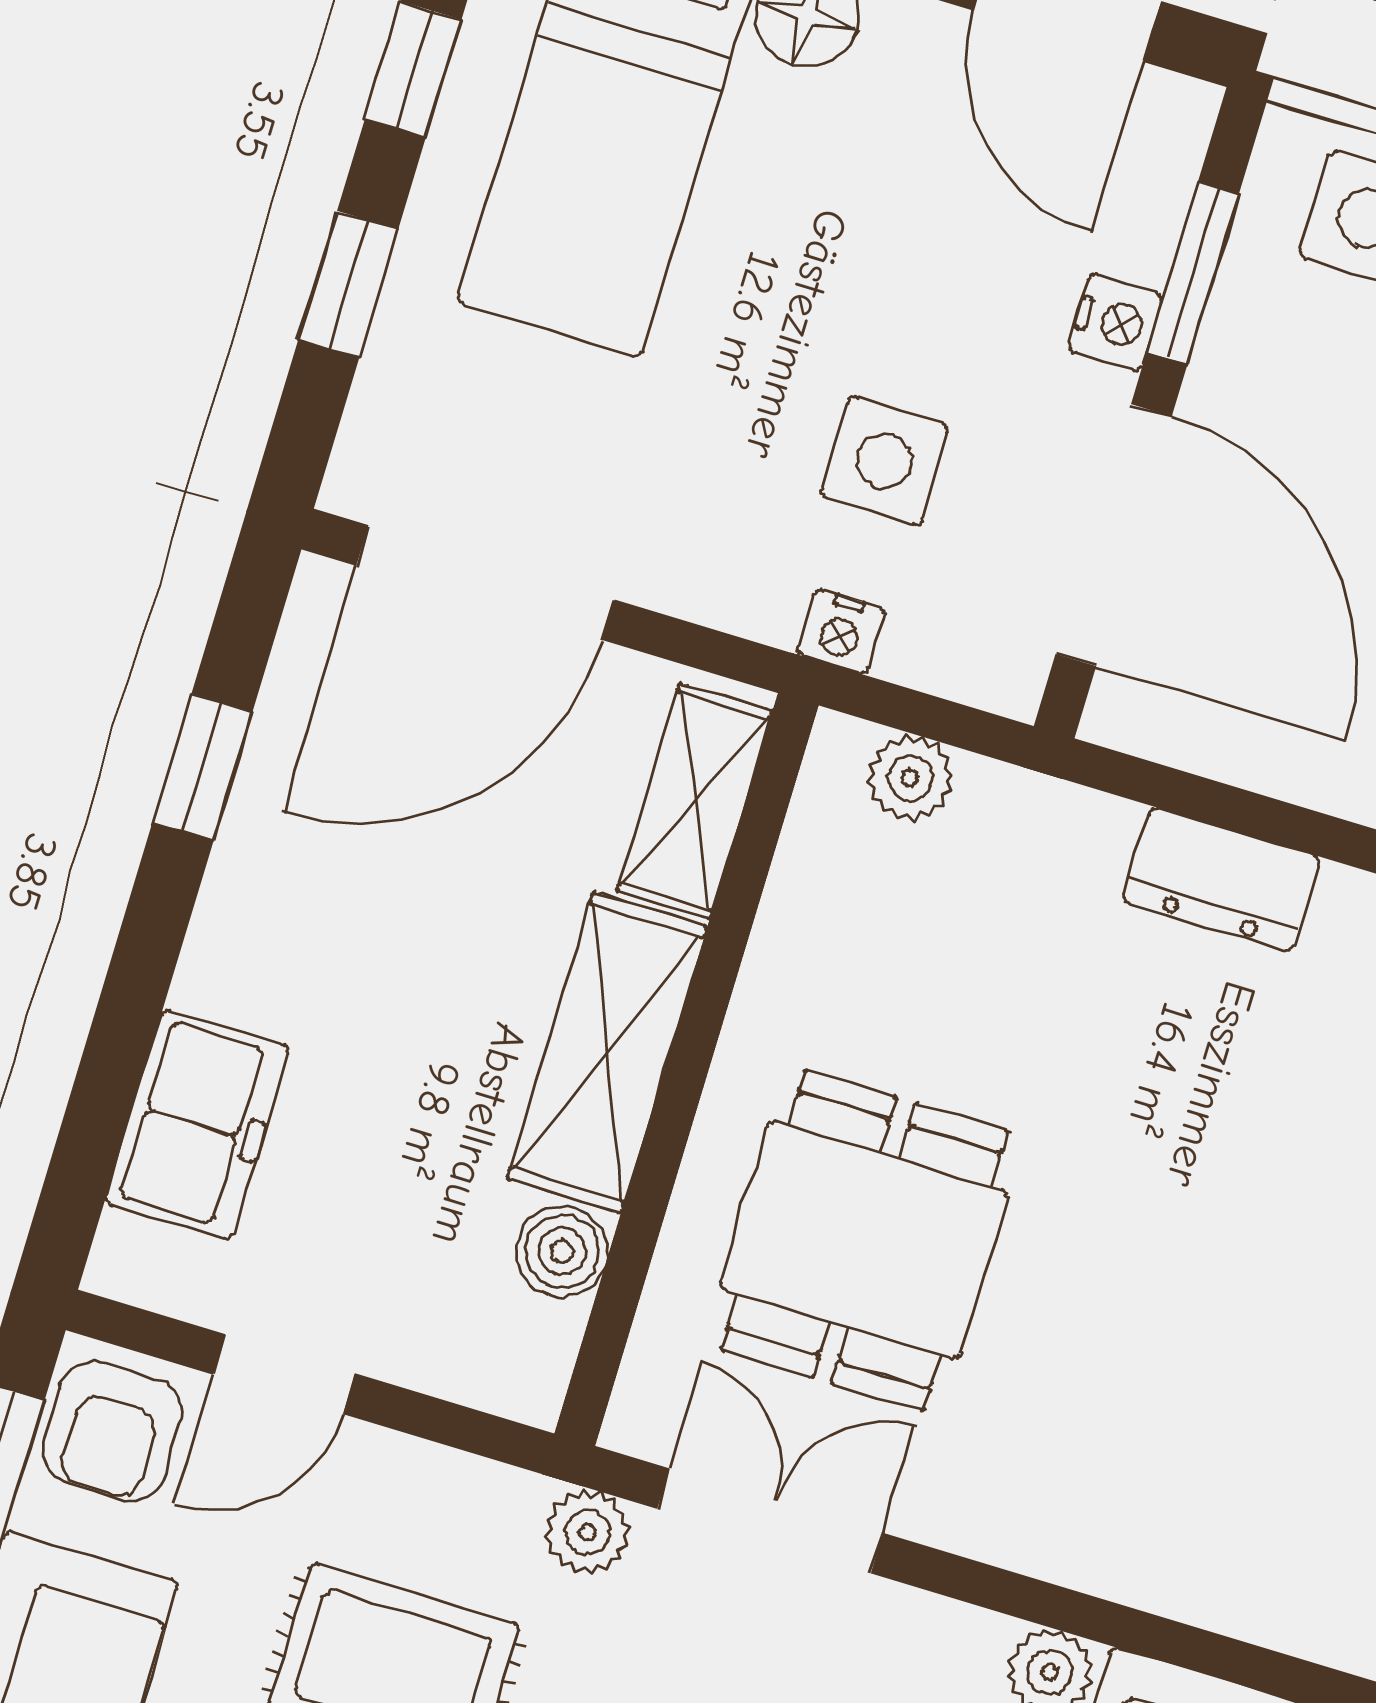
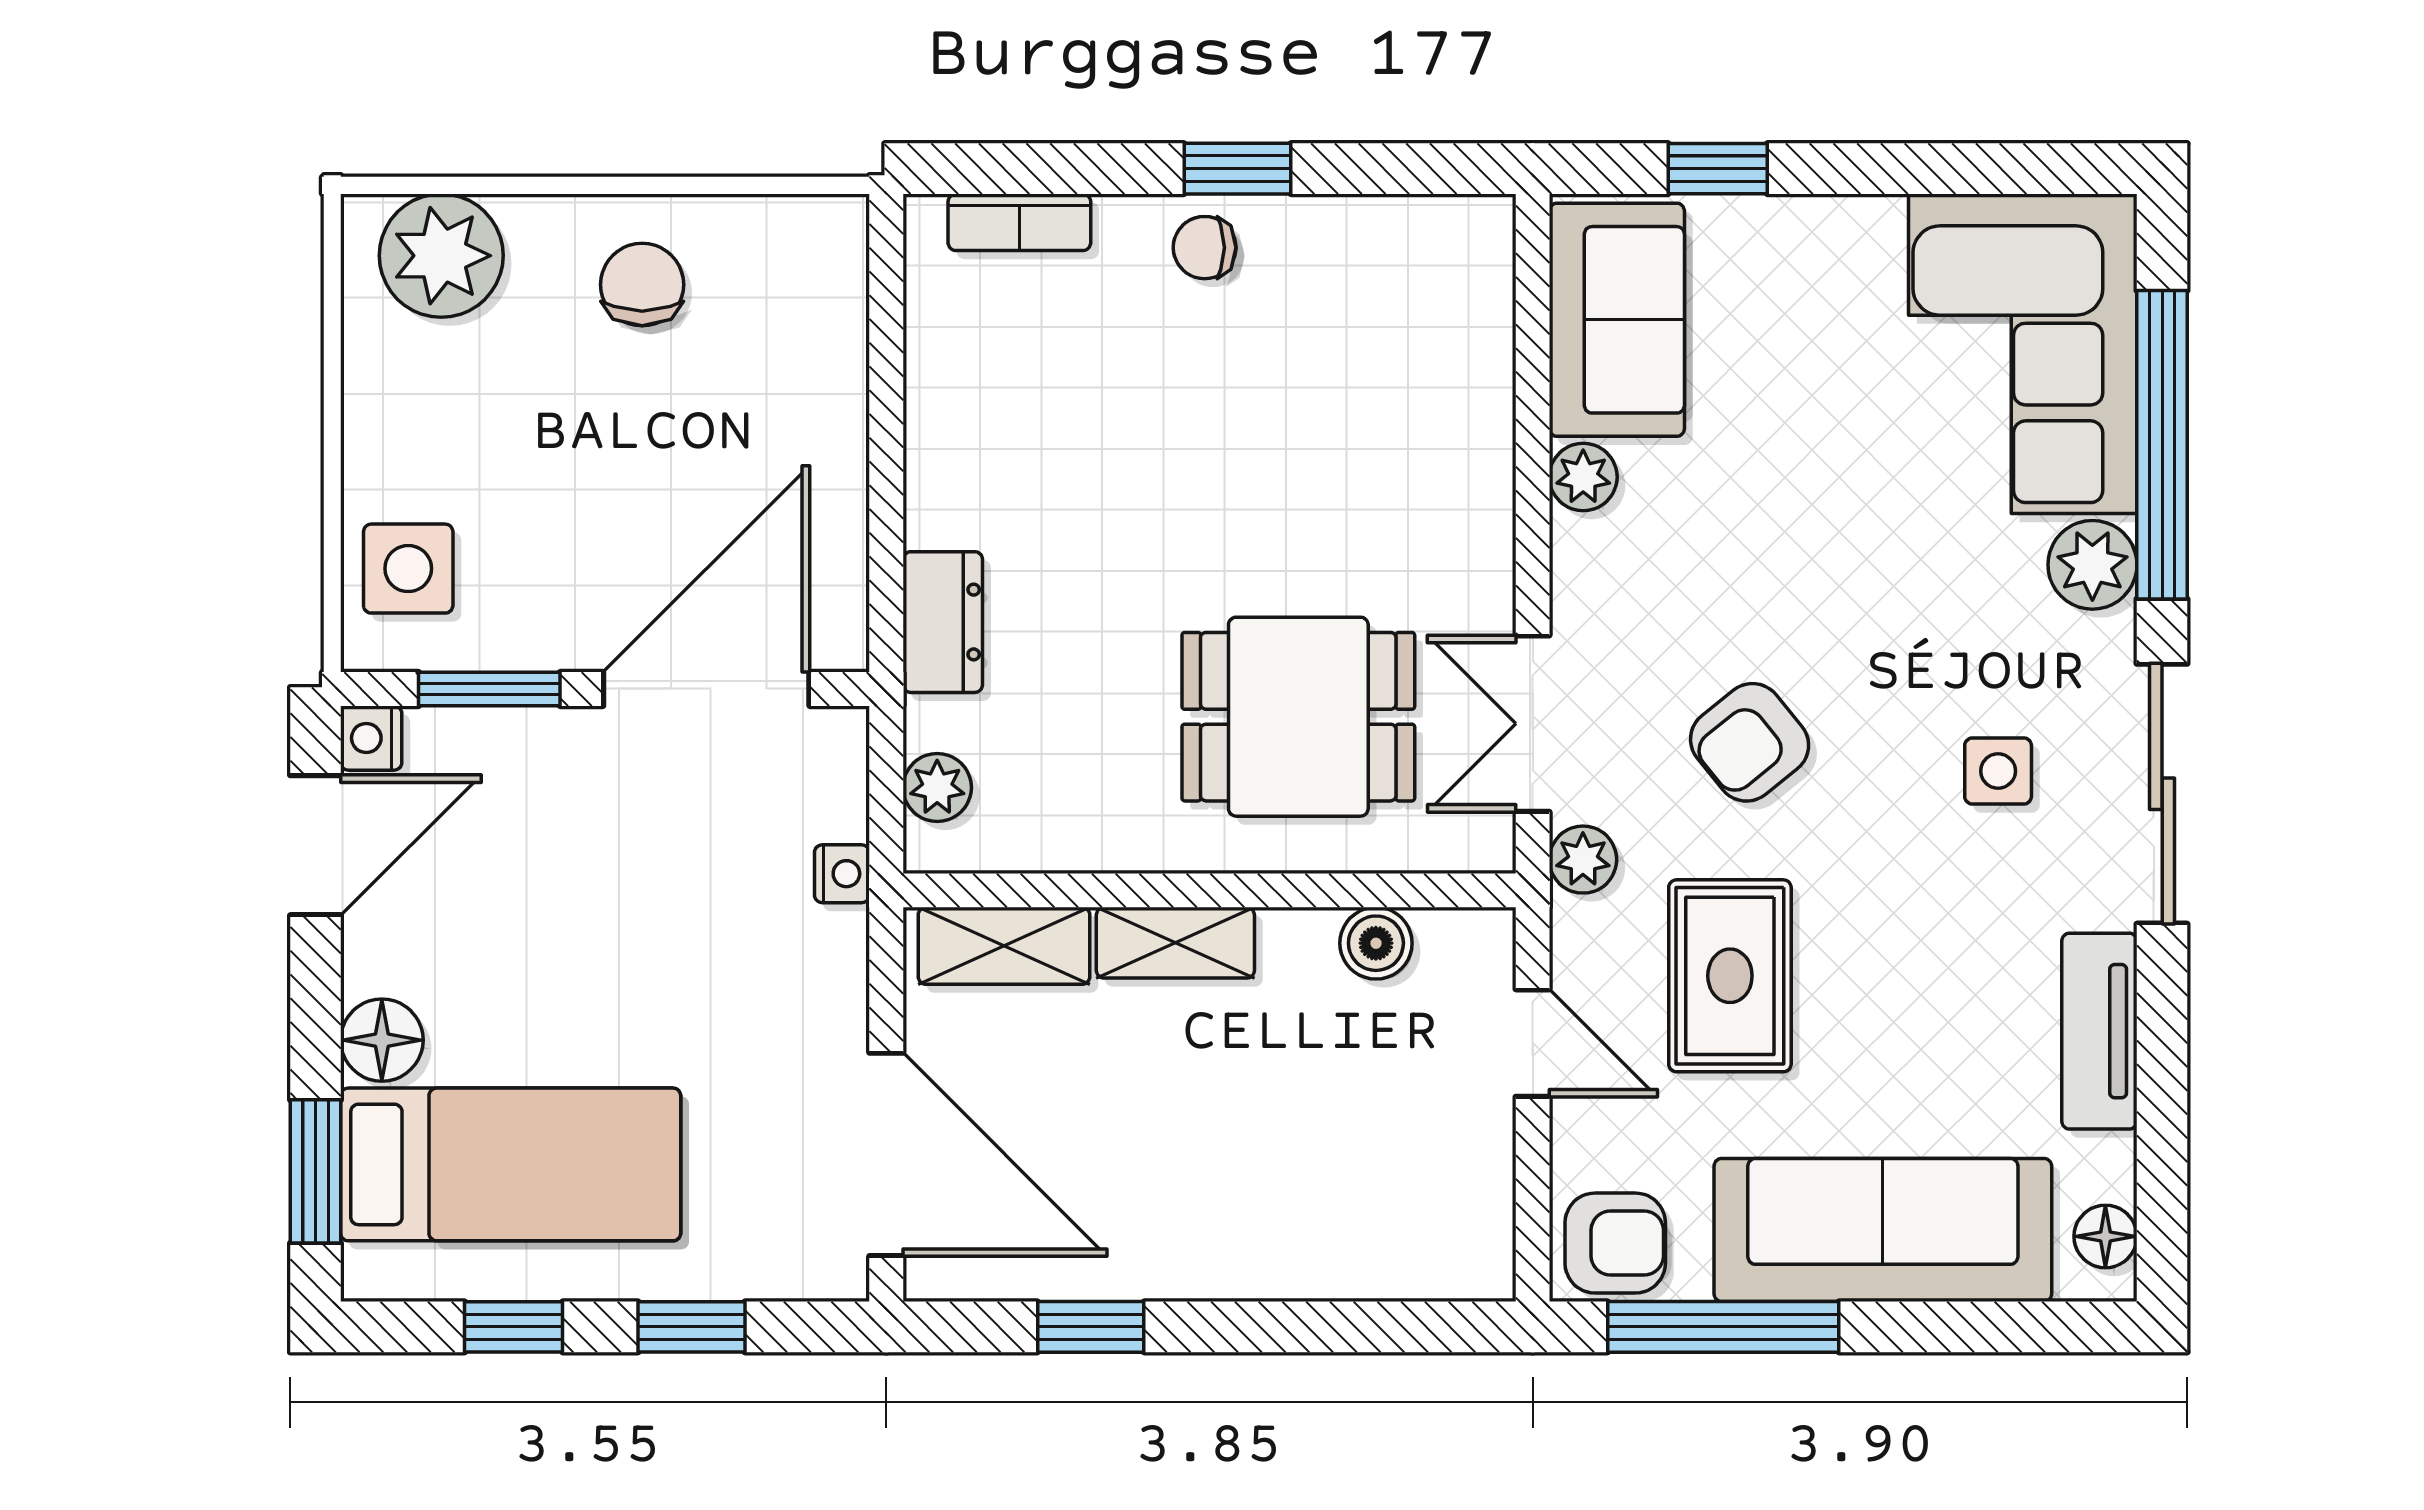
nightstand: (1115, 322) -> (371, 738), moved, turned -90
side table: (884, 461) -> (702, 880), removed
dresser: (1221, 879) -> (943, 622), moved
shelving: (607, 1053) -> (1175, 943), width x0.67, depth x0.75
freezer: (197, 1124) -> (1363, 1249), removed
door: (284, 1374) -> (1533, 1043), moved

